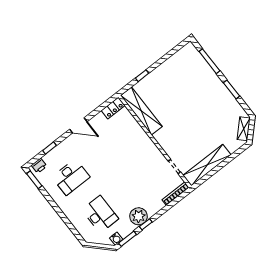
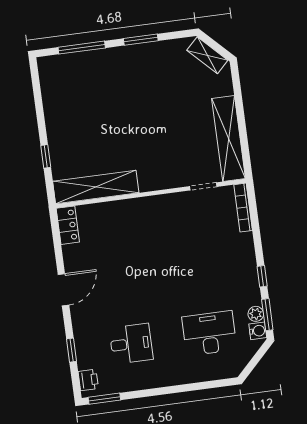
desk: (71, 177) -> (131, 344), width x0.73
plant: (139, 216) -> (256, 314), moved, width x0.53, depth x0.53

